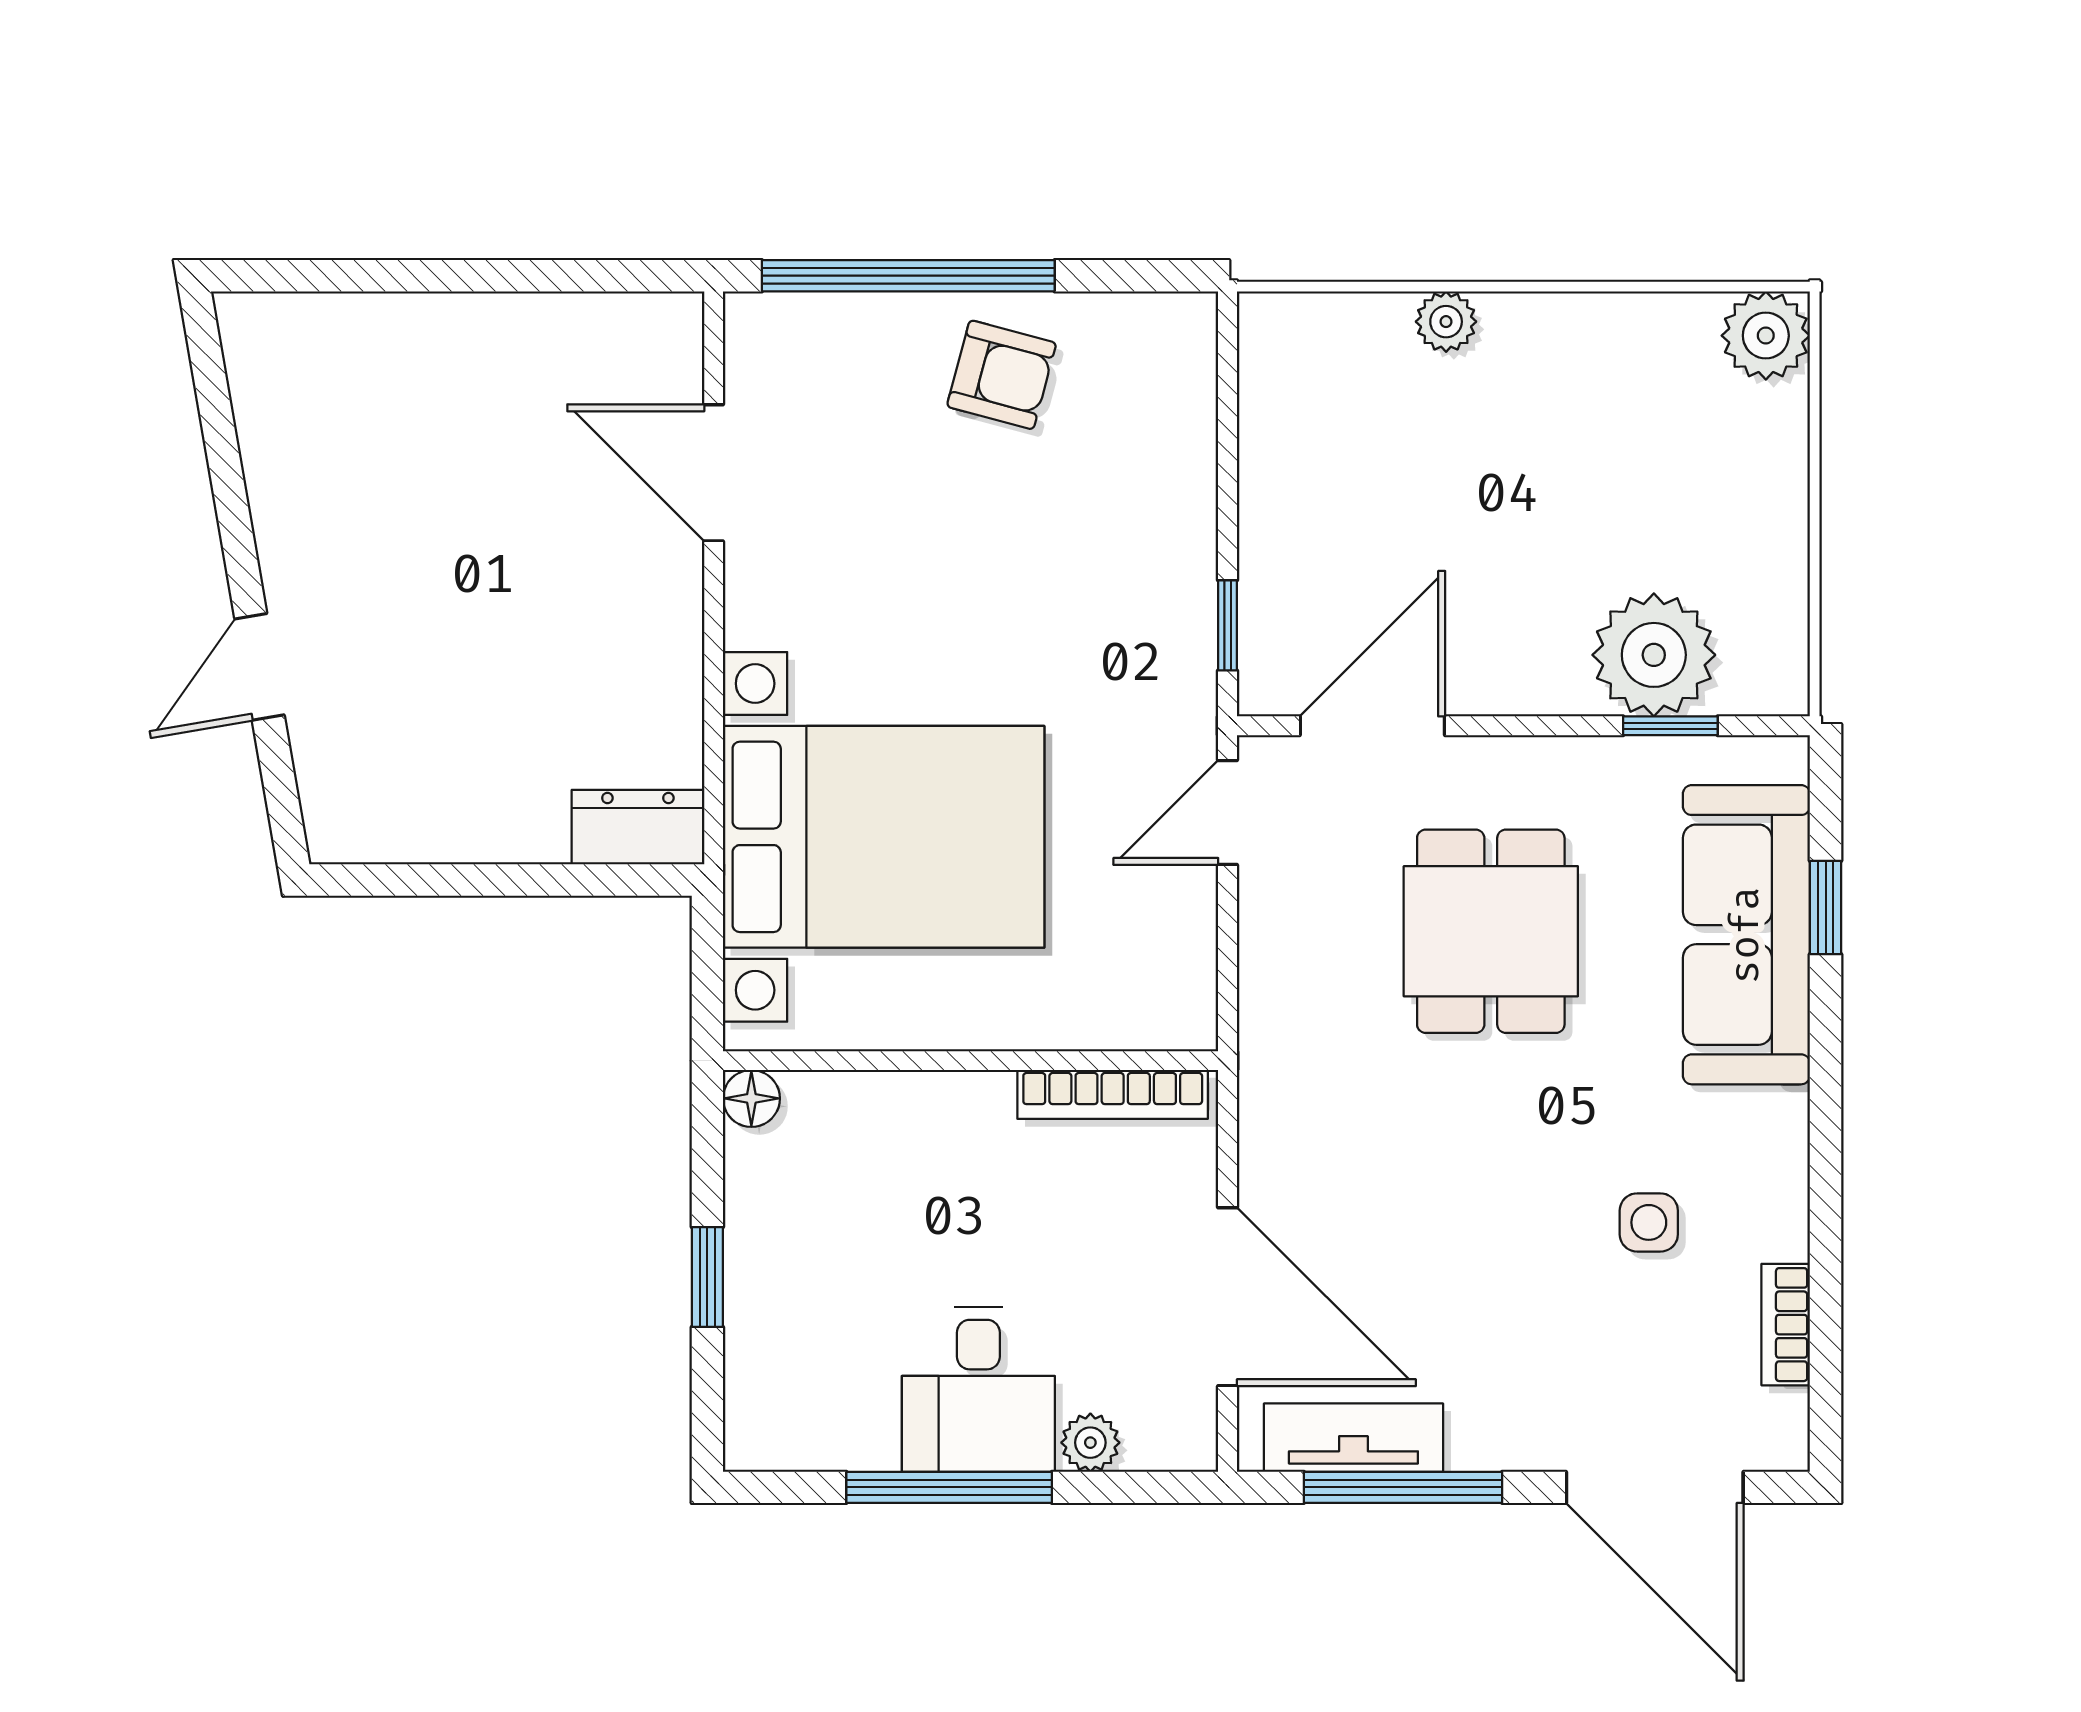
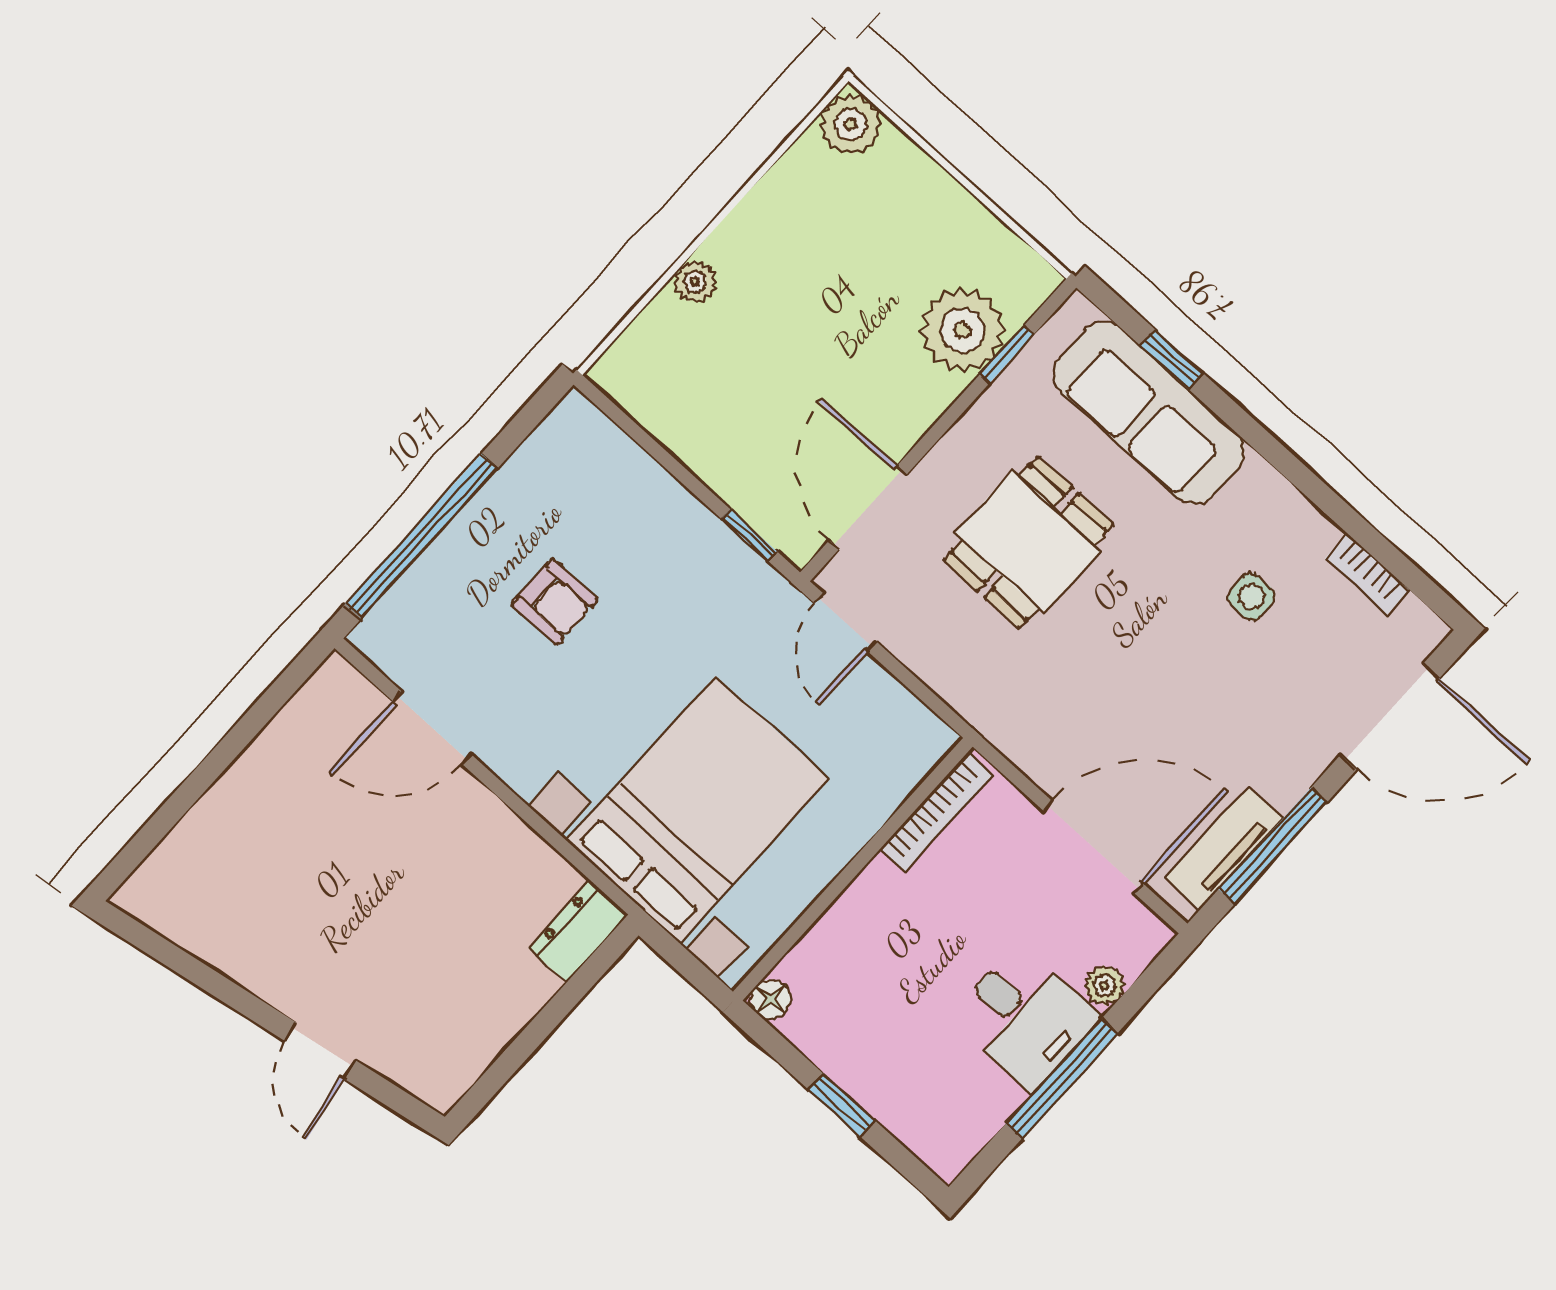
armchair: (1002, 375) -> (555, 602), moved, turned 75
dining table: (1491, 931) -> (1028, 542), turned 90

